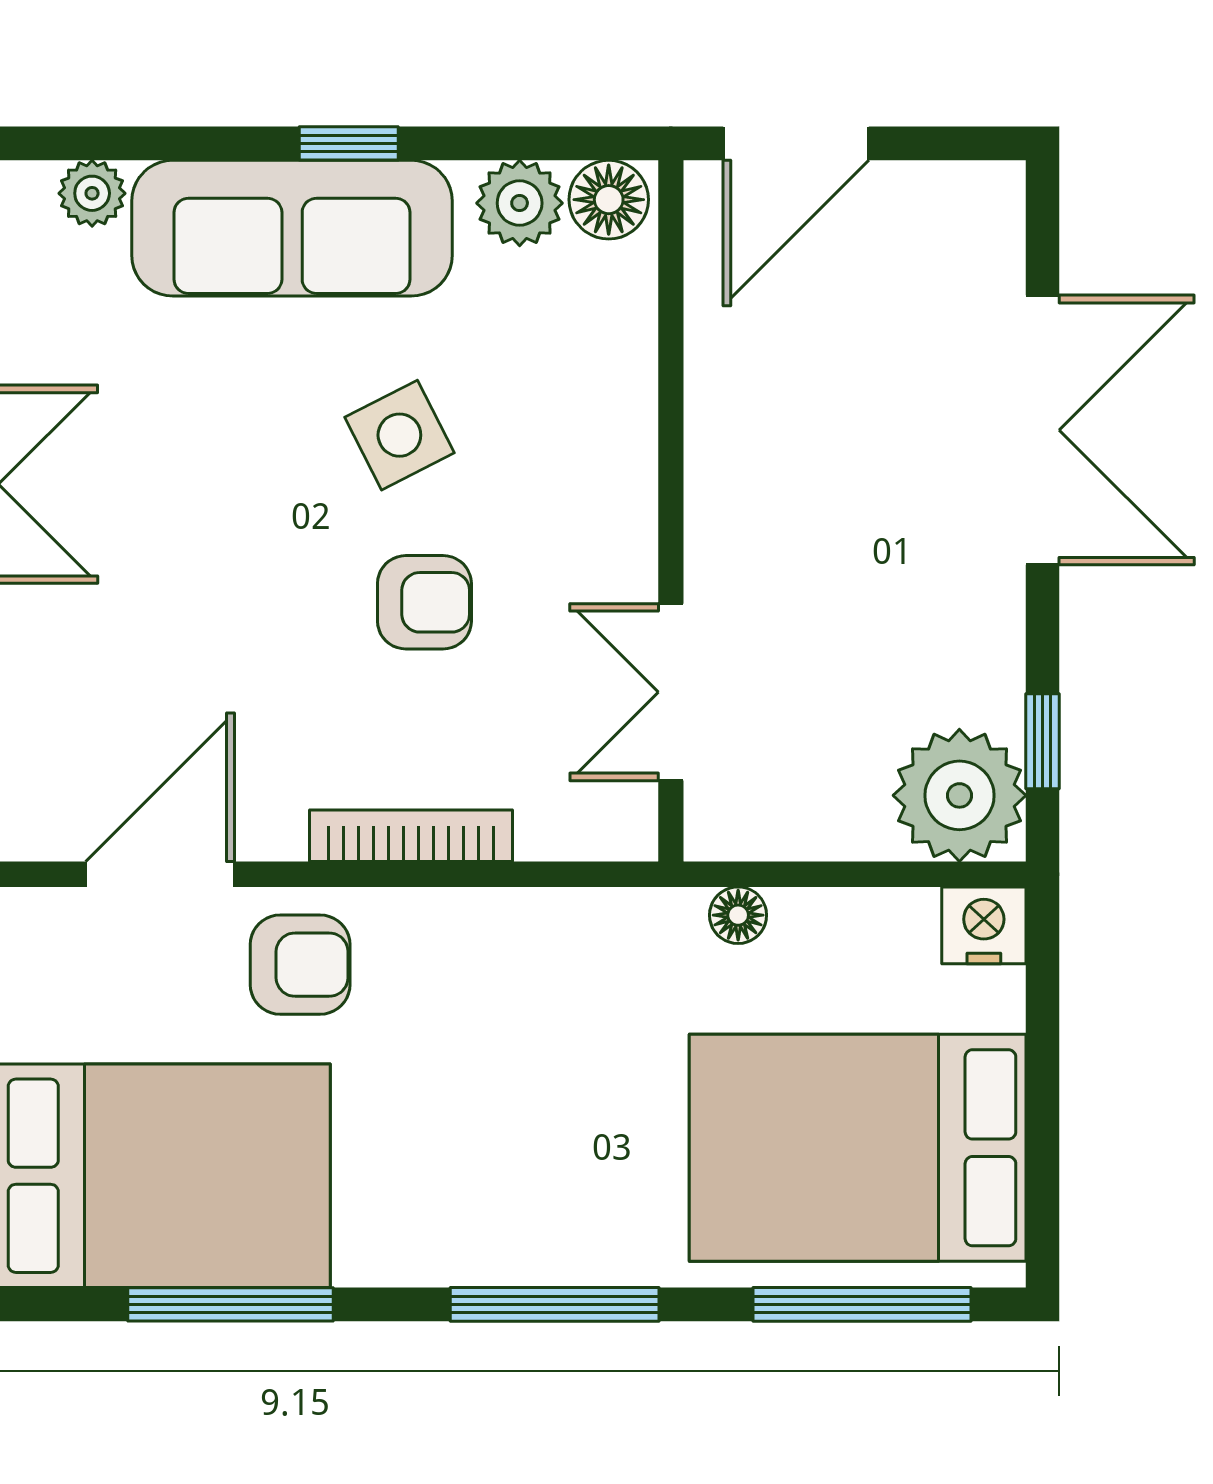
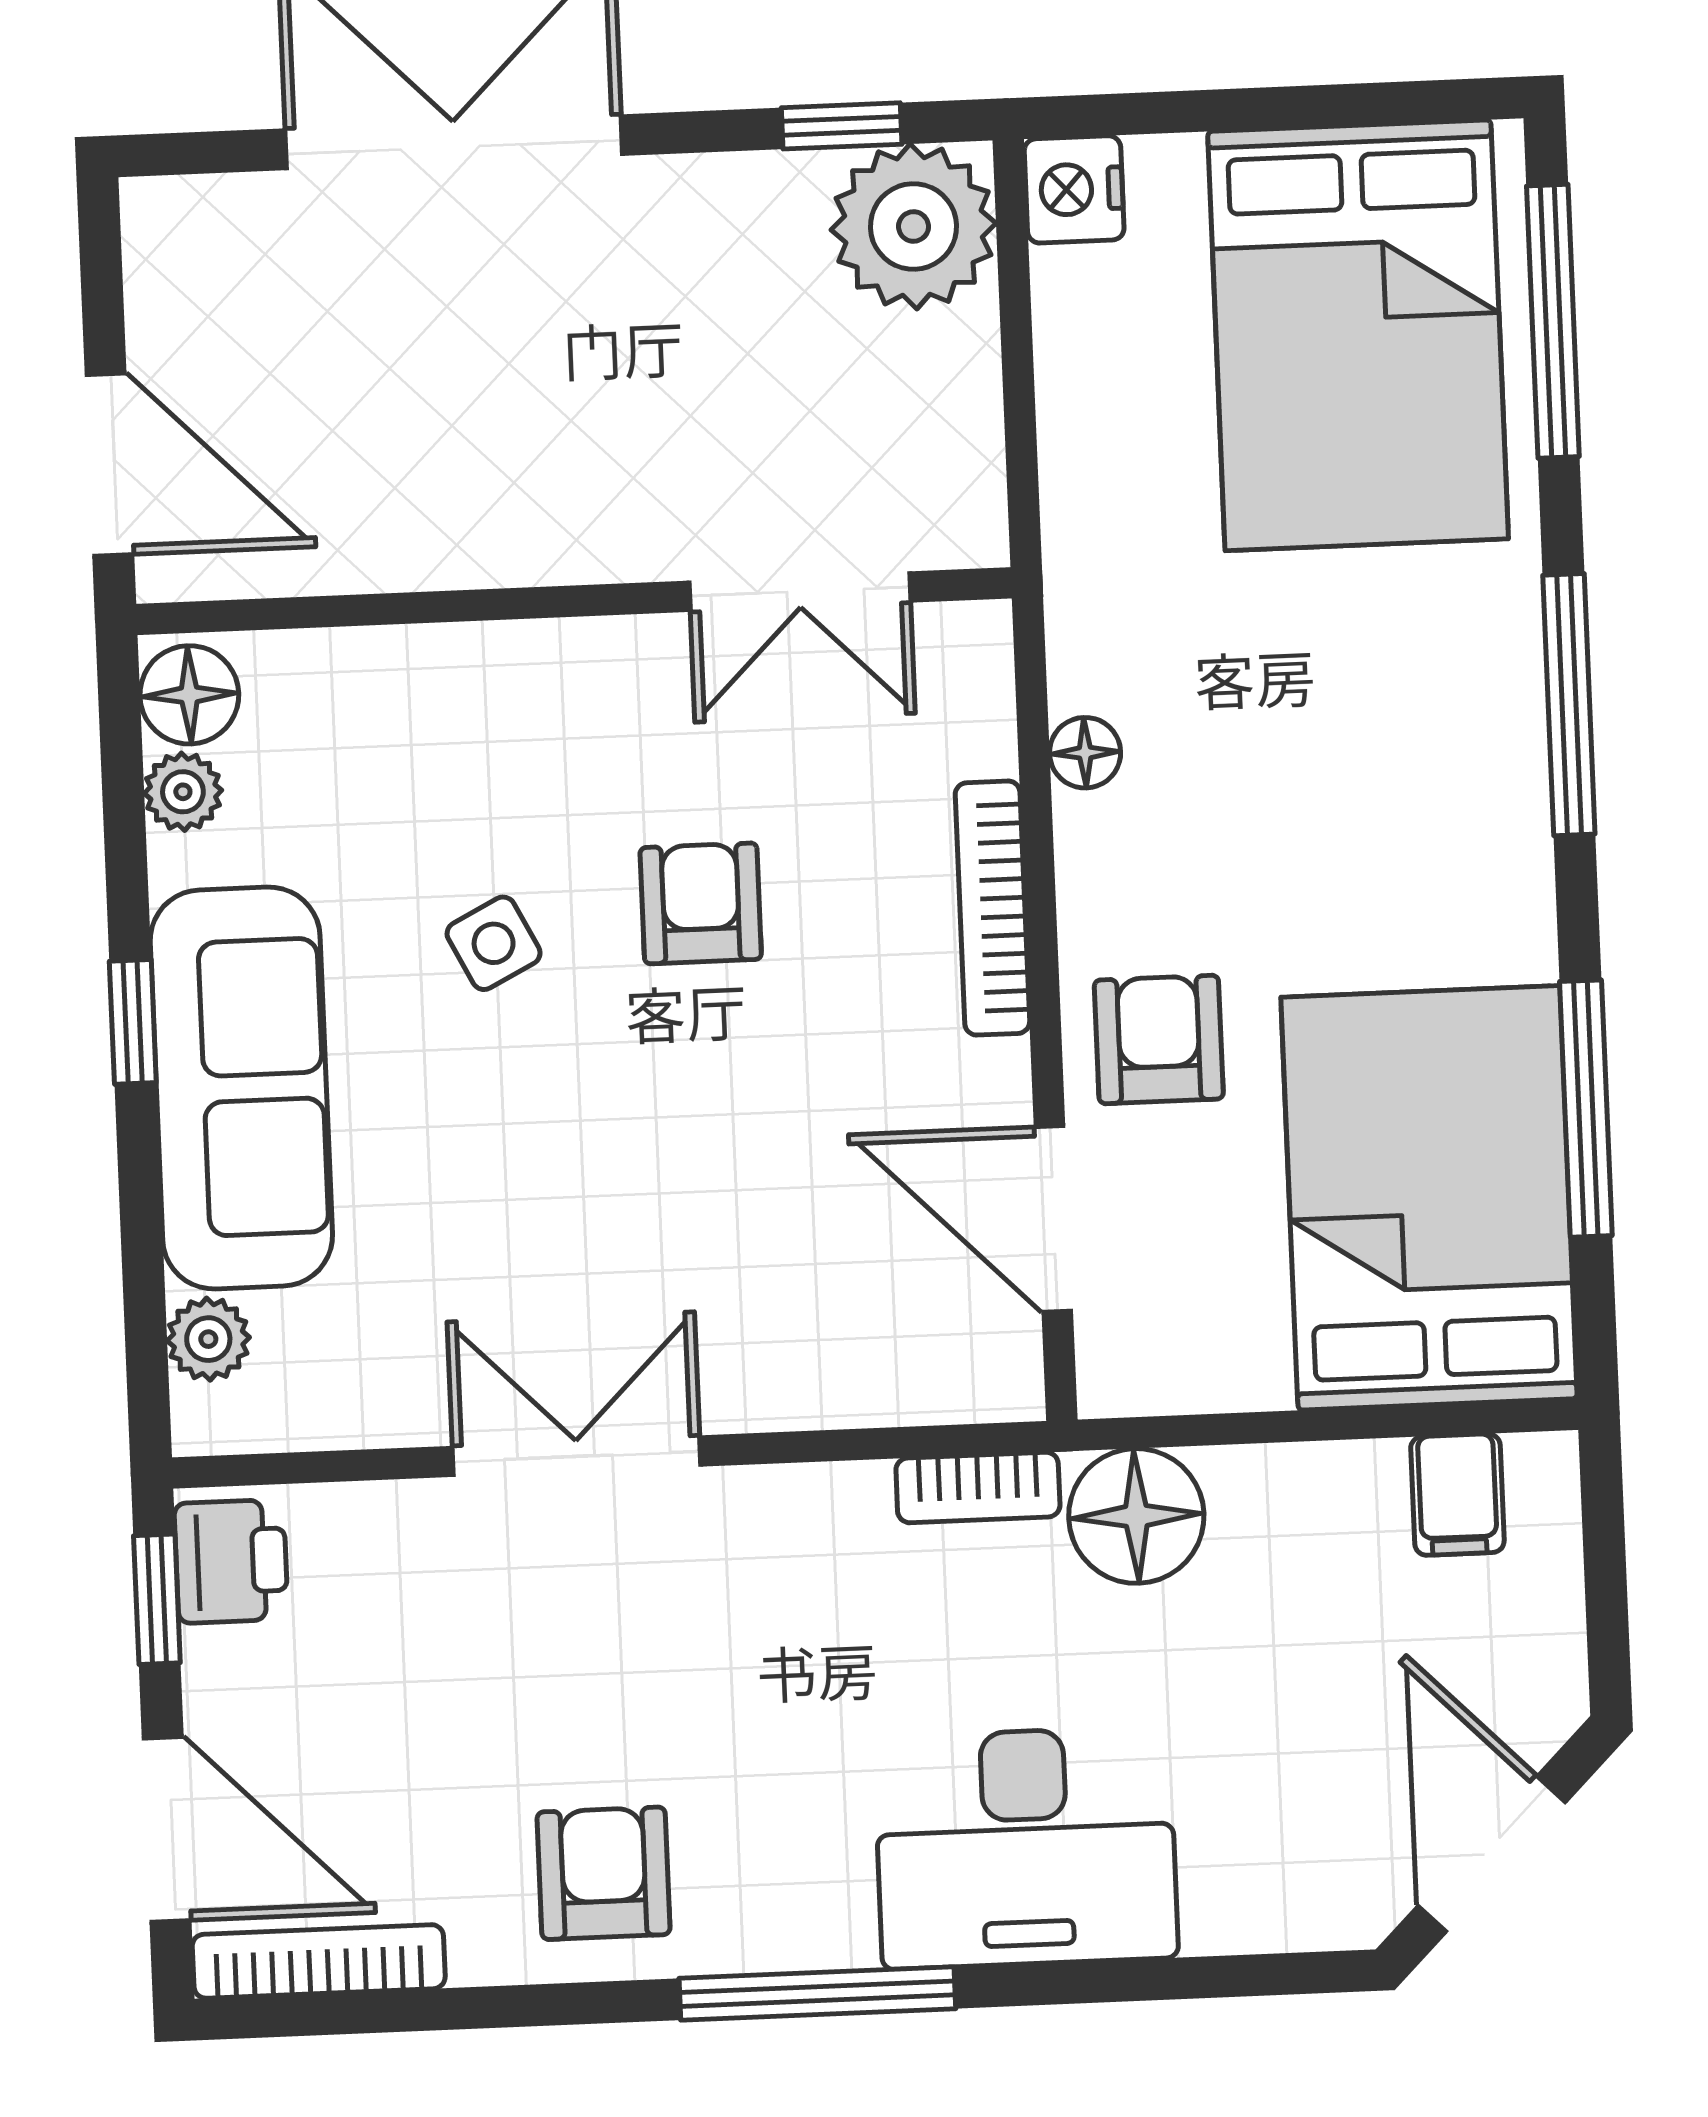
plant: (520, 203) -> (183, 792), width x0.73, depth x0.73
side table: (399, 435) -> (494, 943), width x0.73, depth x0.73
floor lamp: (738, 915) -> (1085, 753), moved

